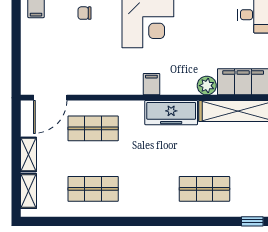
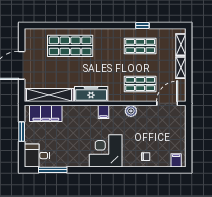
plant: (207, 86) -> (131, 111), moved
shop shelf: (204, 189) -> (70, 46), width x1.43, depth x1.36
window: (252, 221) -> (142, 26), moved

